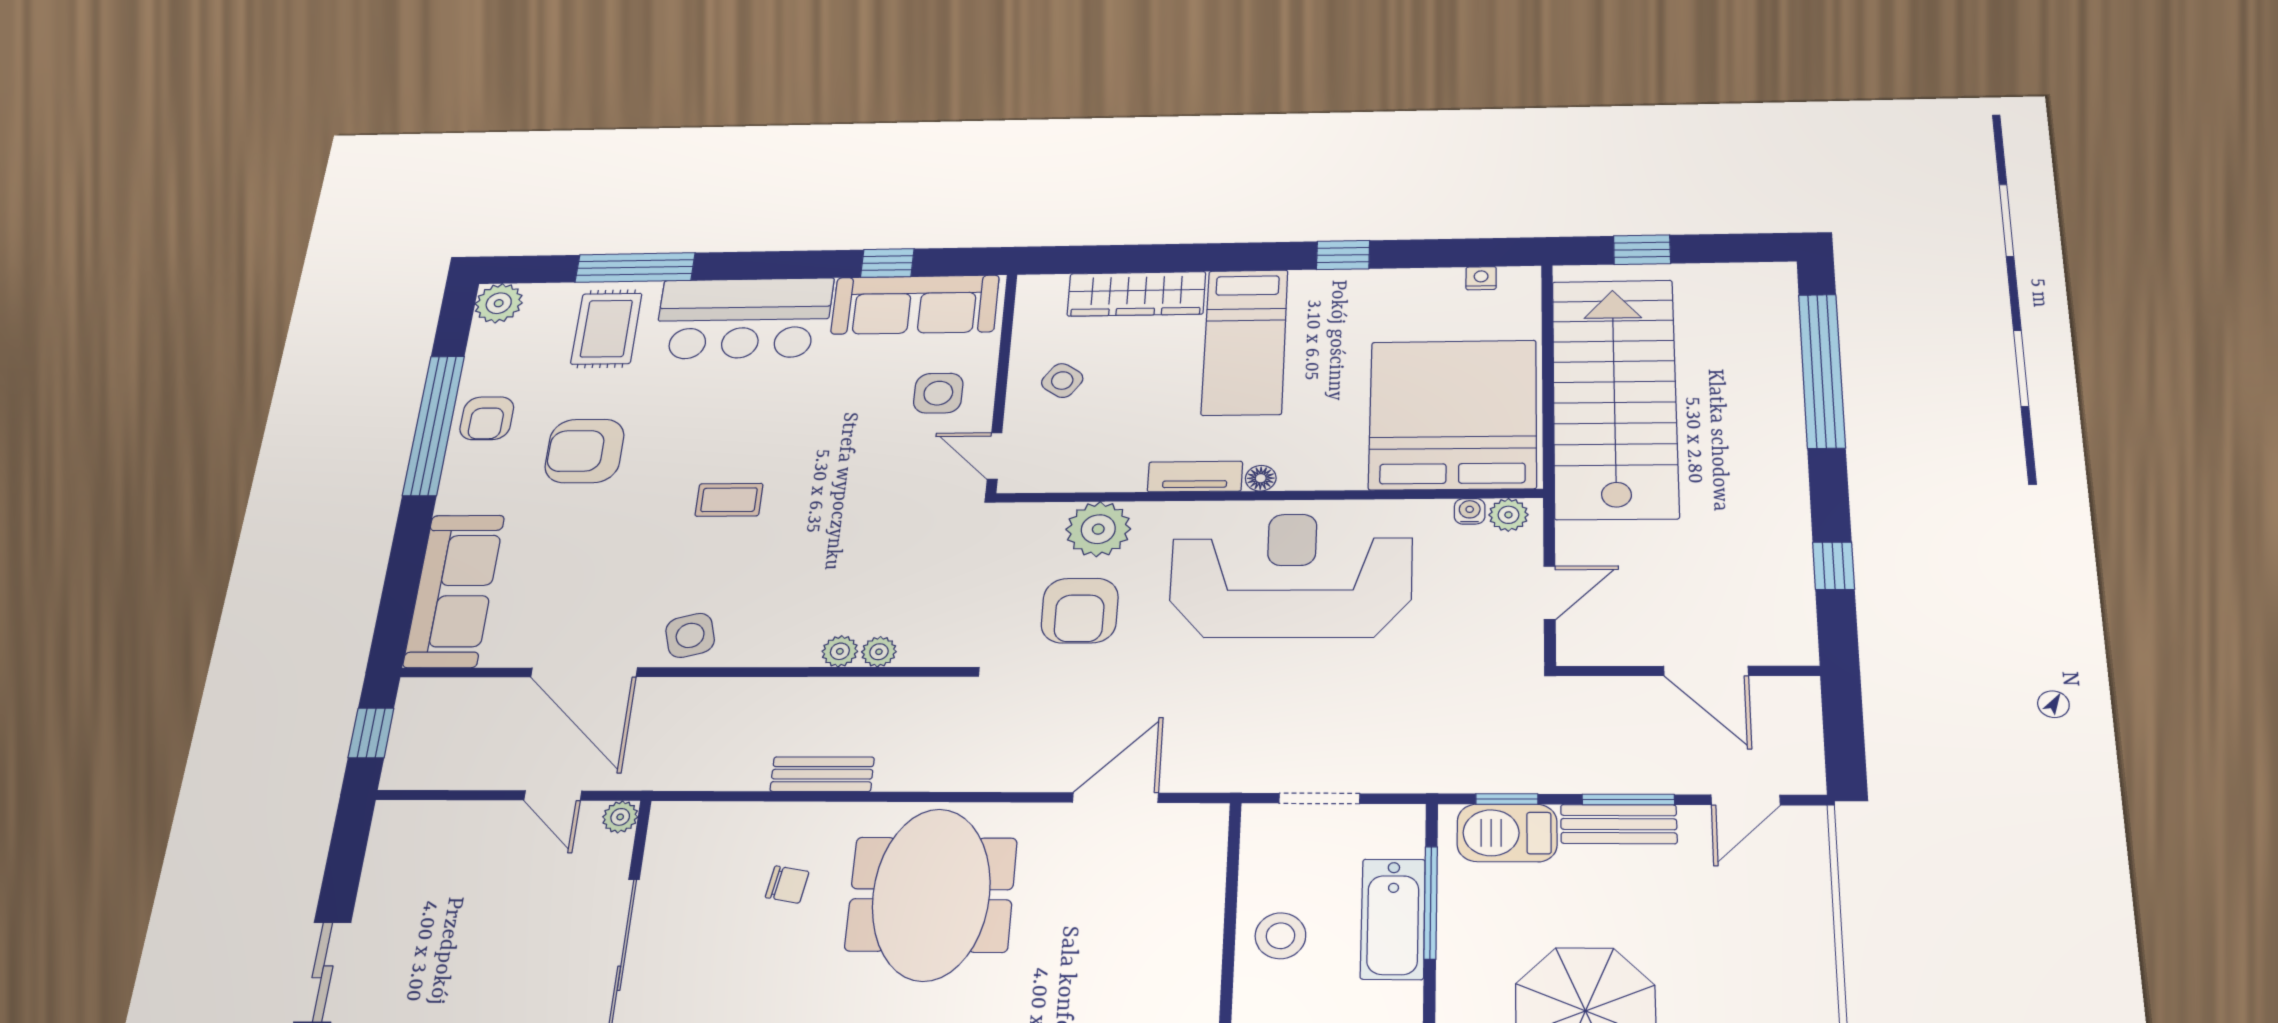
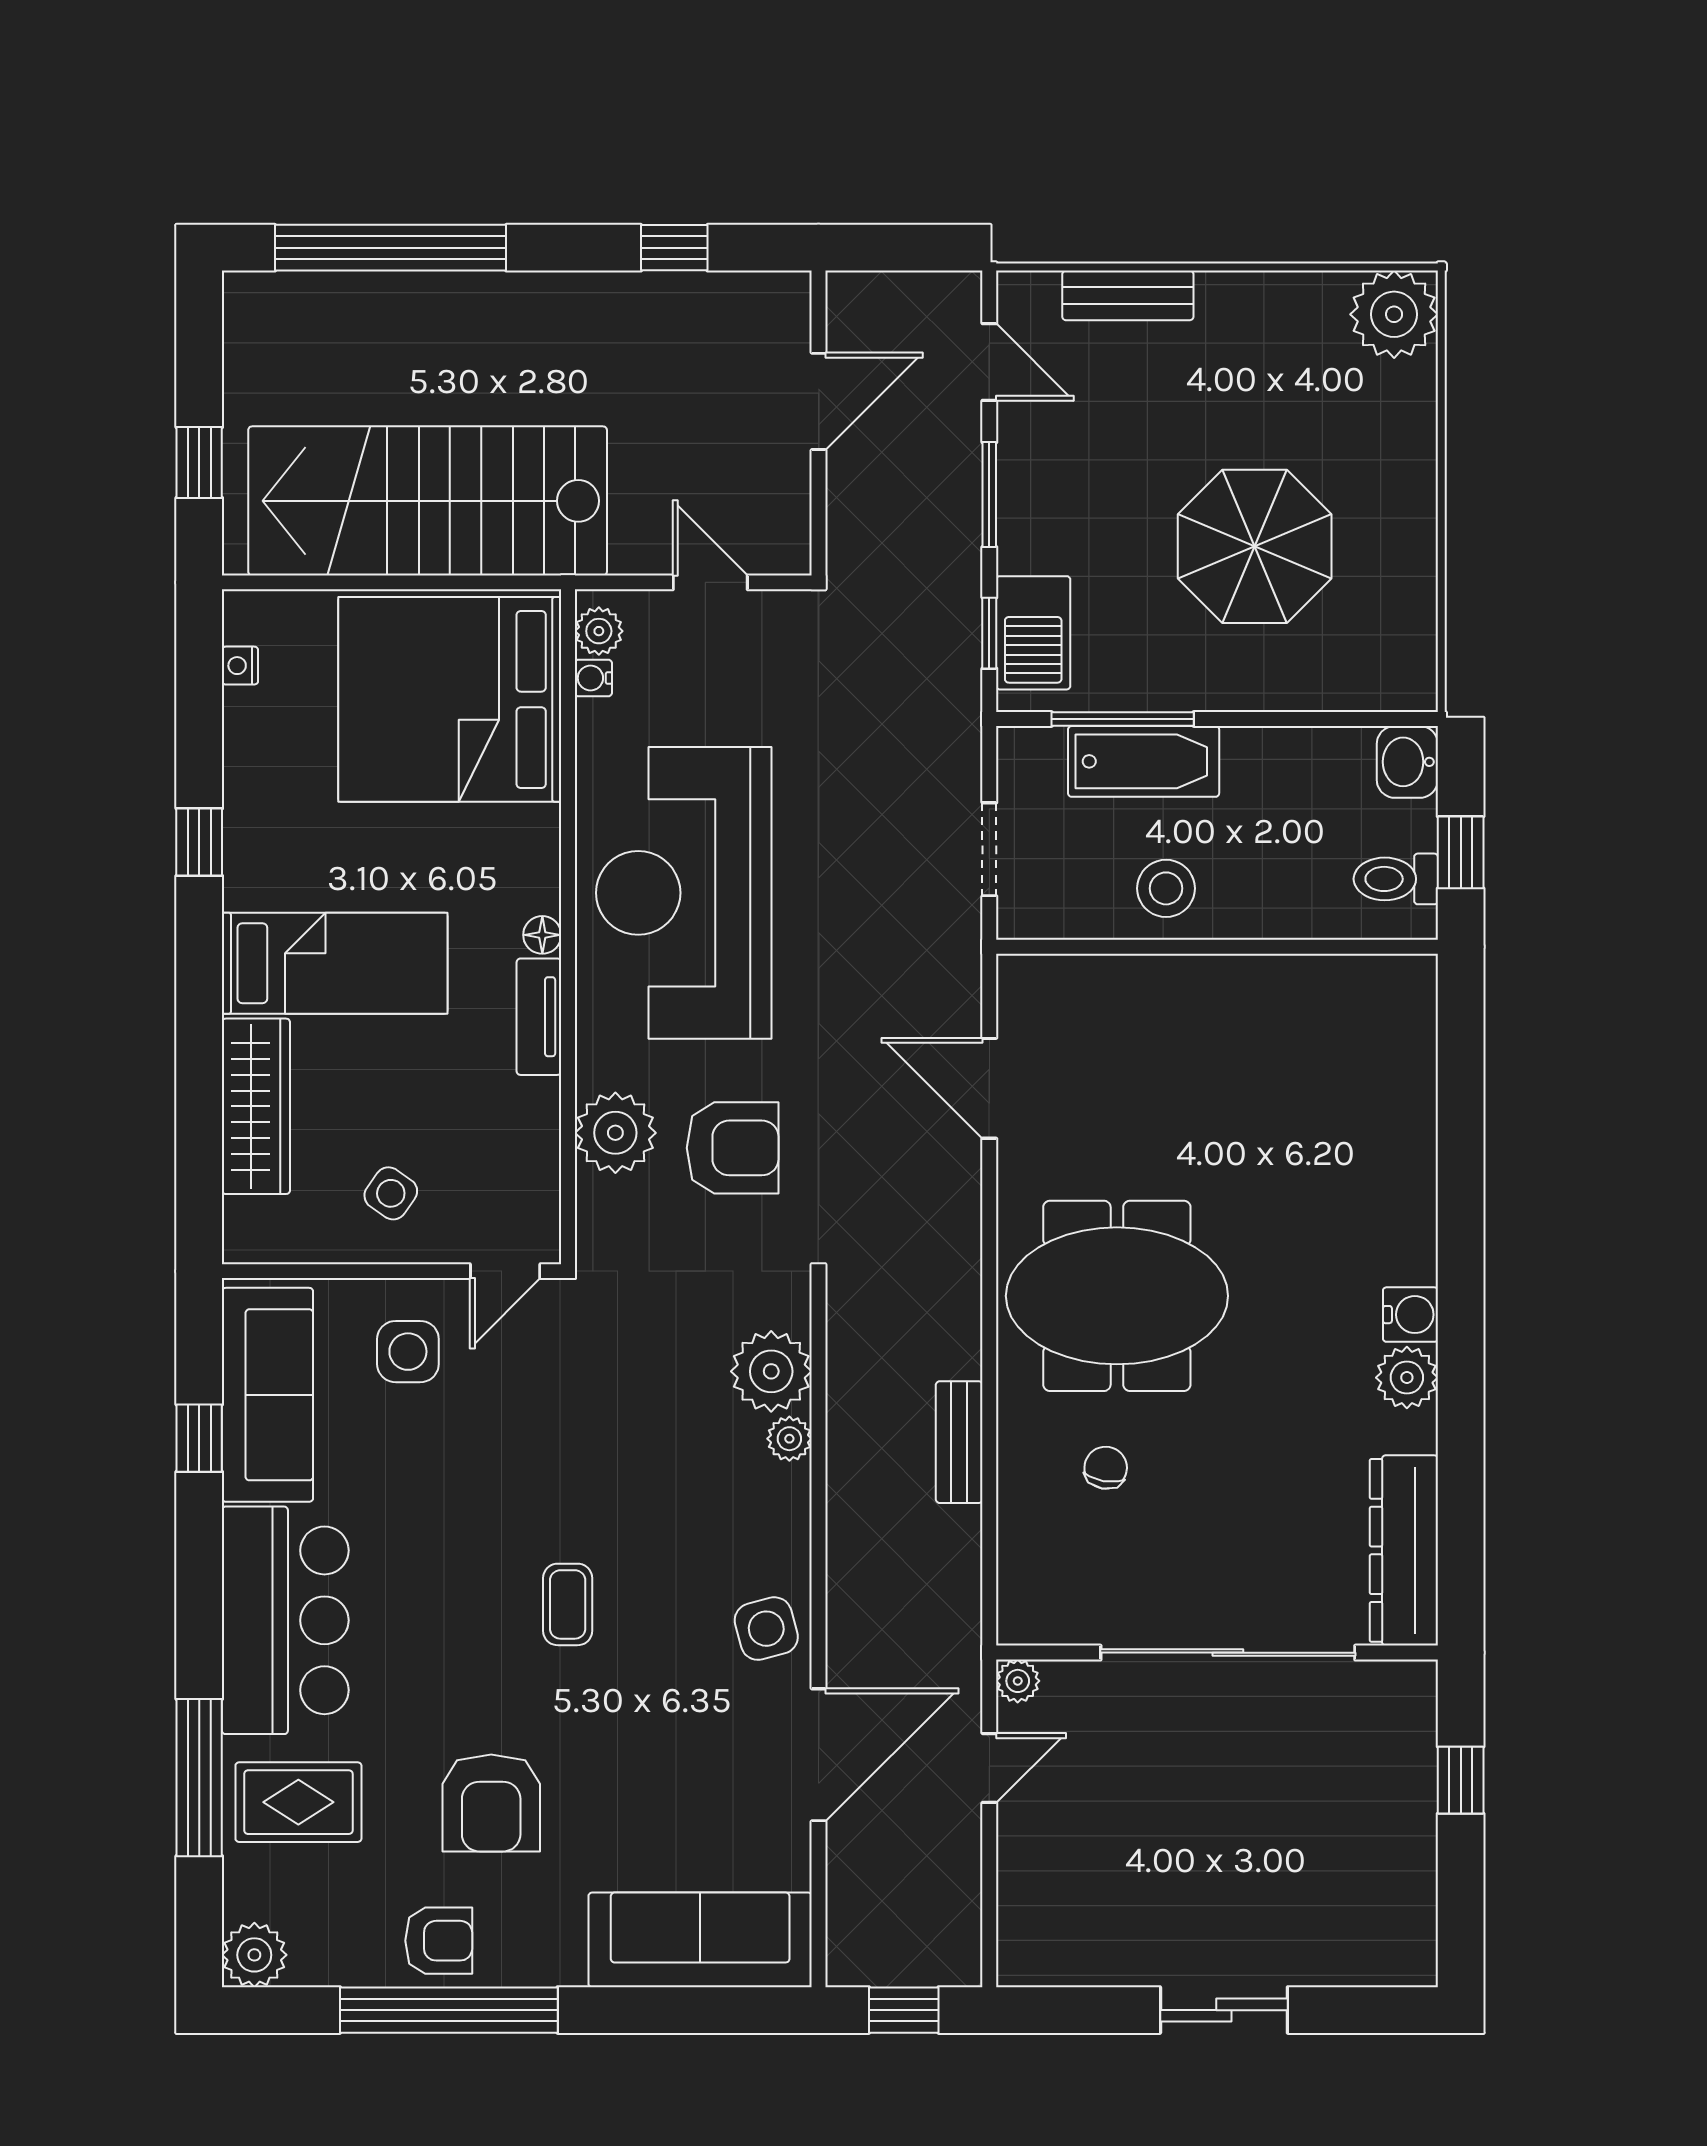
plant: (879, 652) -> (771, 1371), width x1.88, depth x1.88
bench: (1619, 824) -> (1128, 295), moved, turned 90

